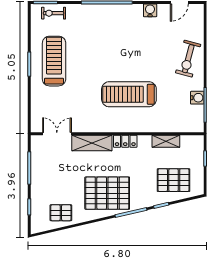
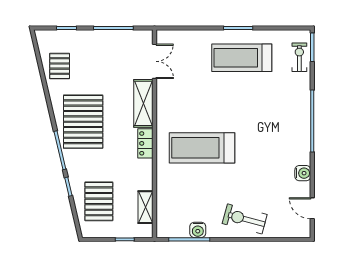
treadmill: (54, 61) -> (242, 58), turned 180
treadmill: (129, 94) -> (202, 148), turned -90
shelving: (166, 141) -> (146, 207), moved

